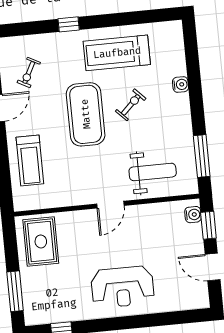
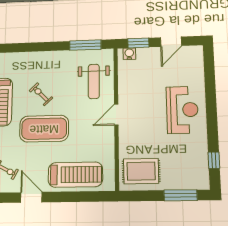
water cooler: (180, 85) -> (30, 57), removed
treadmill: (30, 160) -> (75, 175), width x1.37, depth x1.38
weight bench: (153, 172) -> (94, 81), turned 180
door: (110, 205) -> (116, 115), swing flipped

